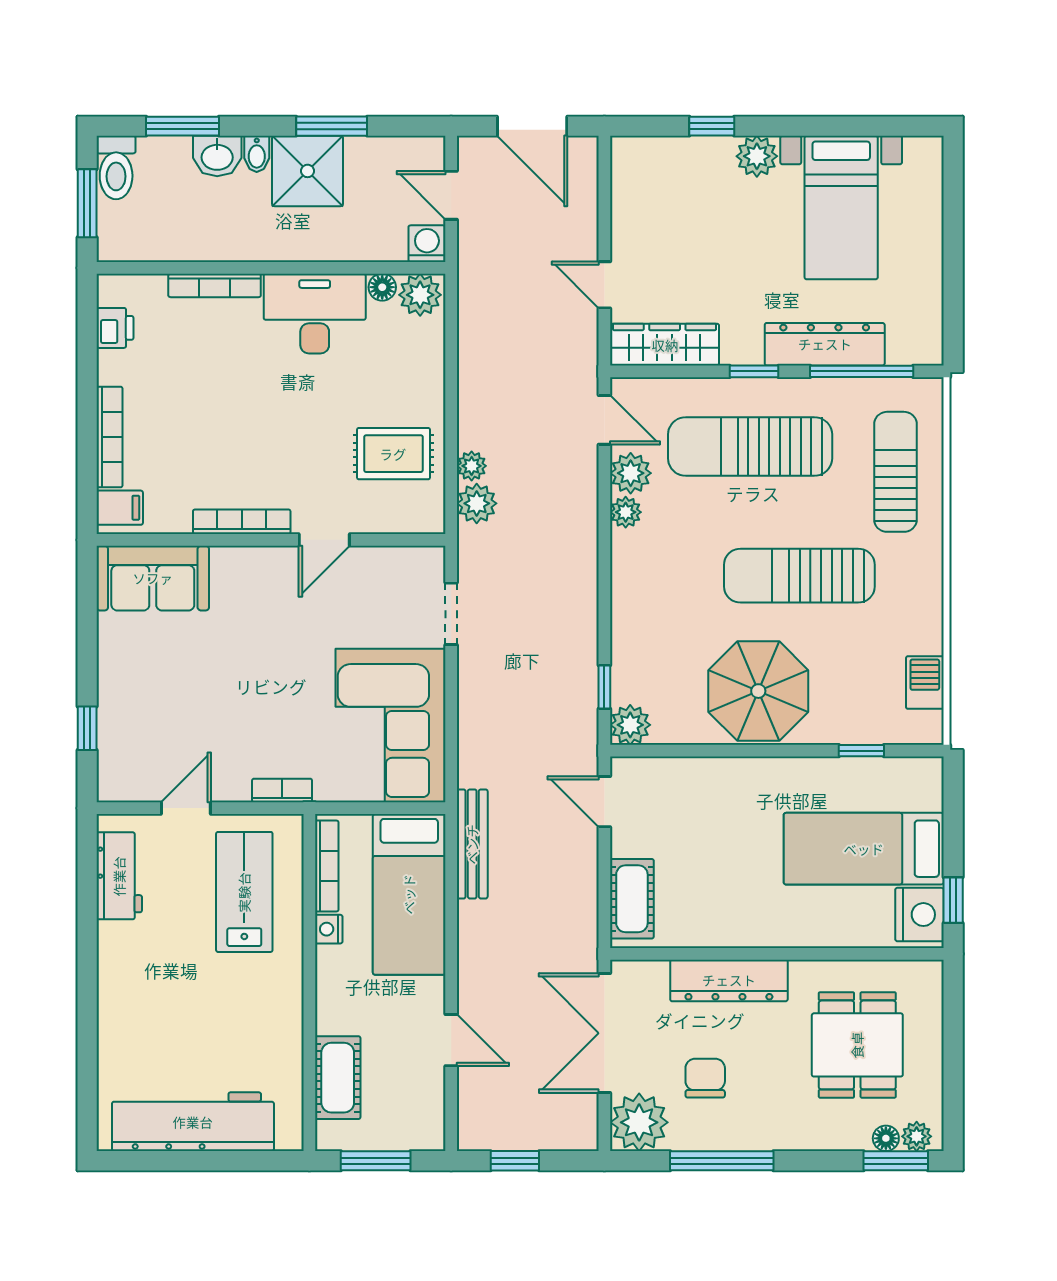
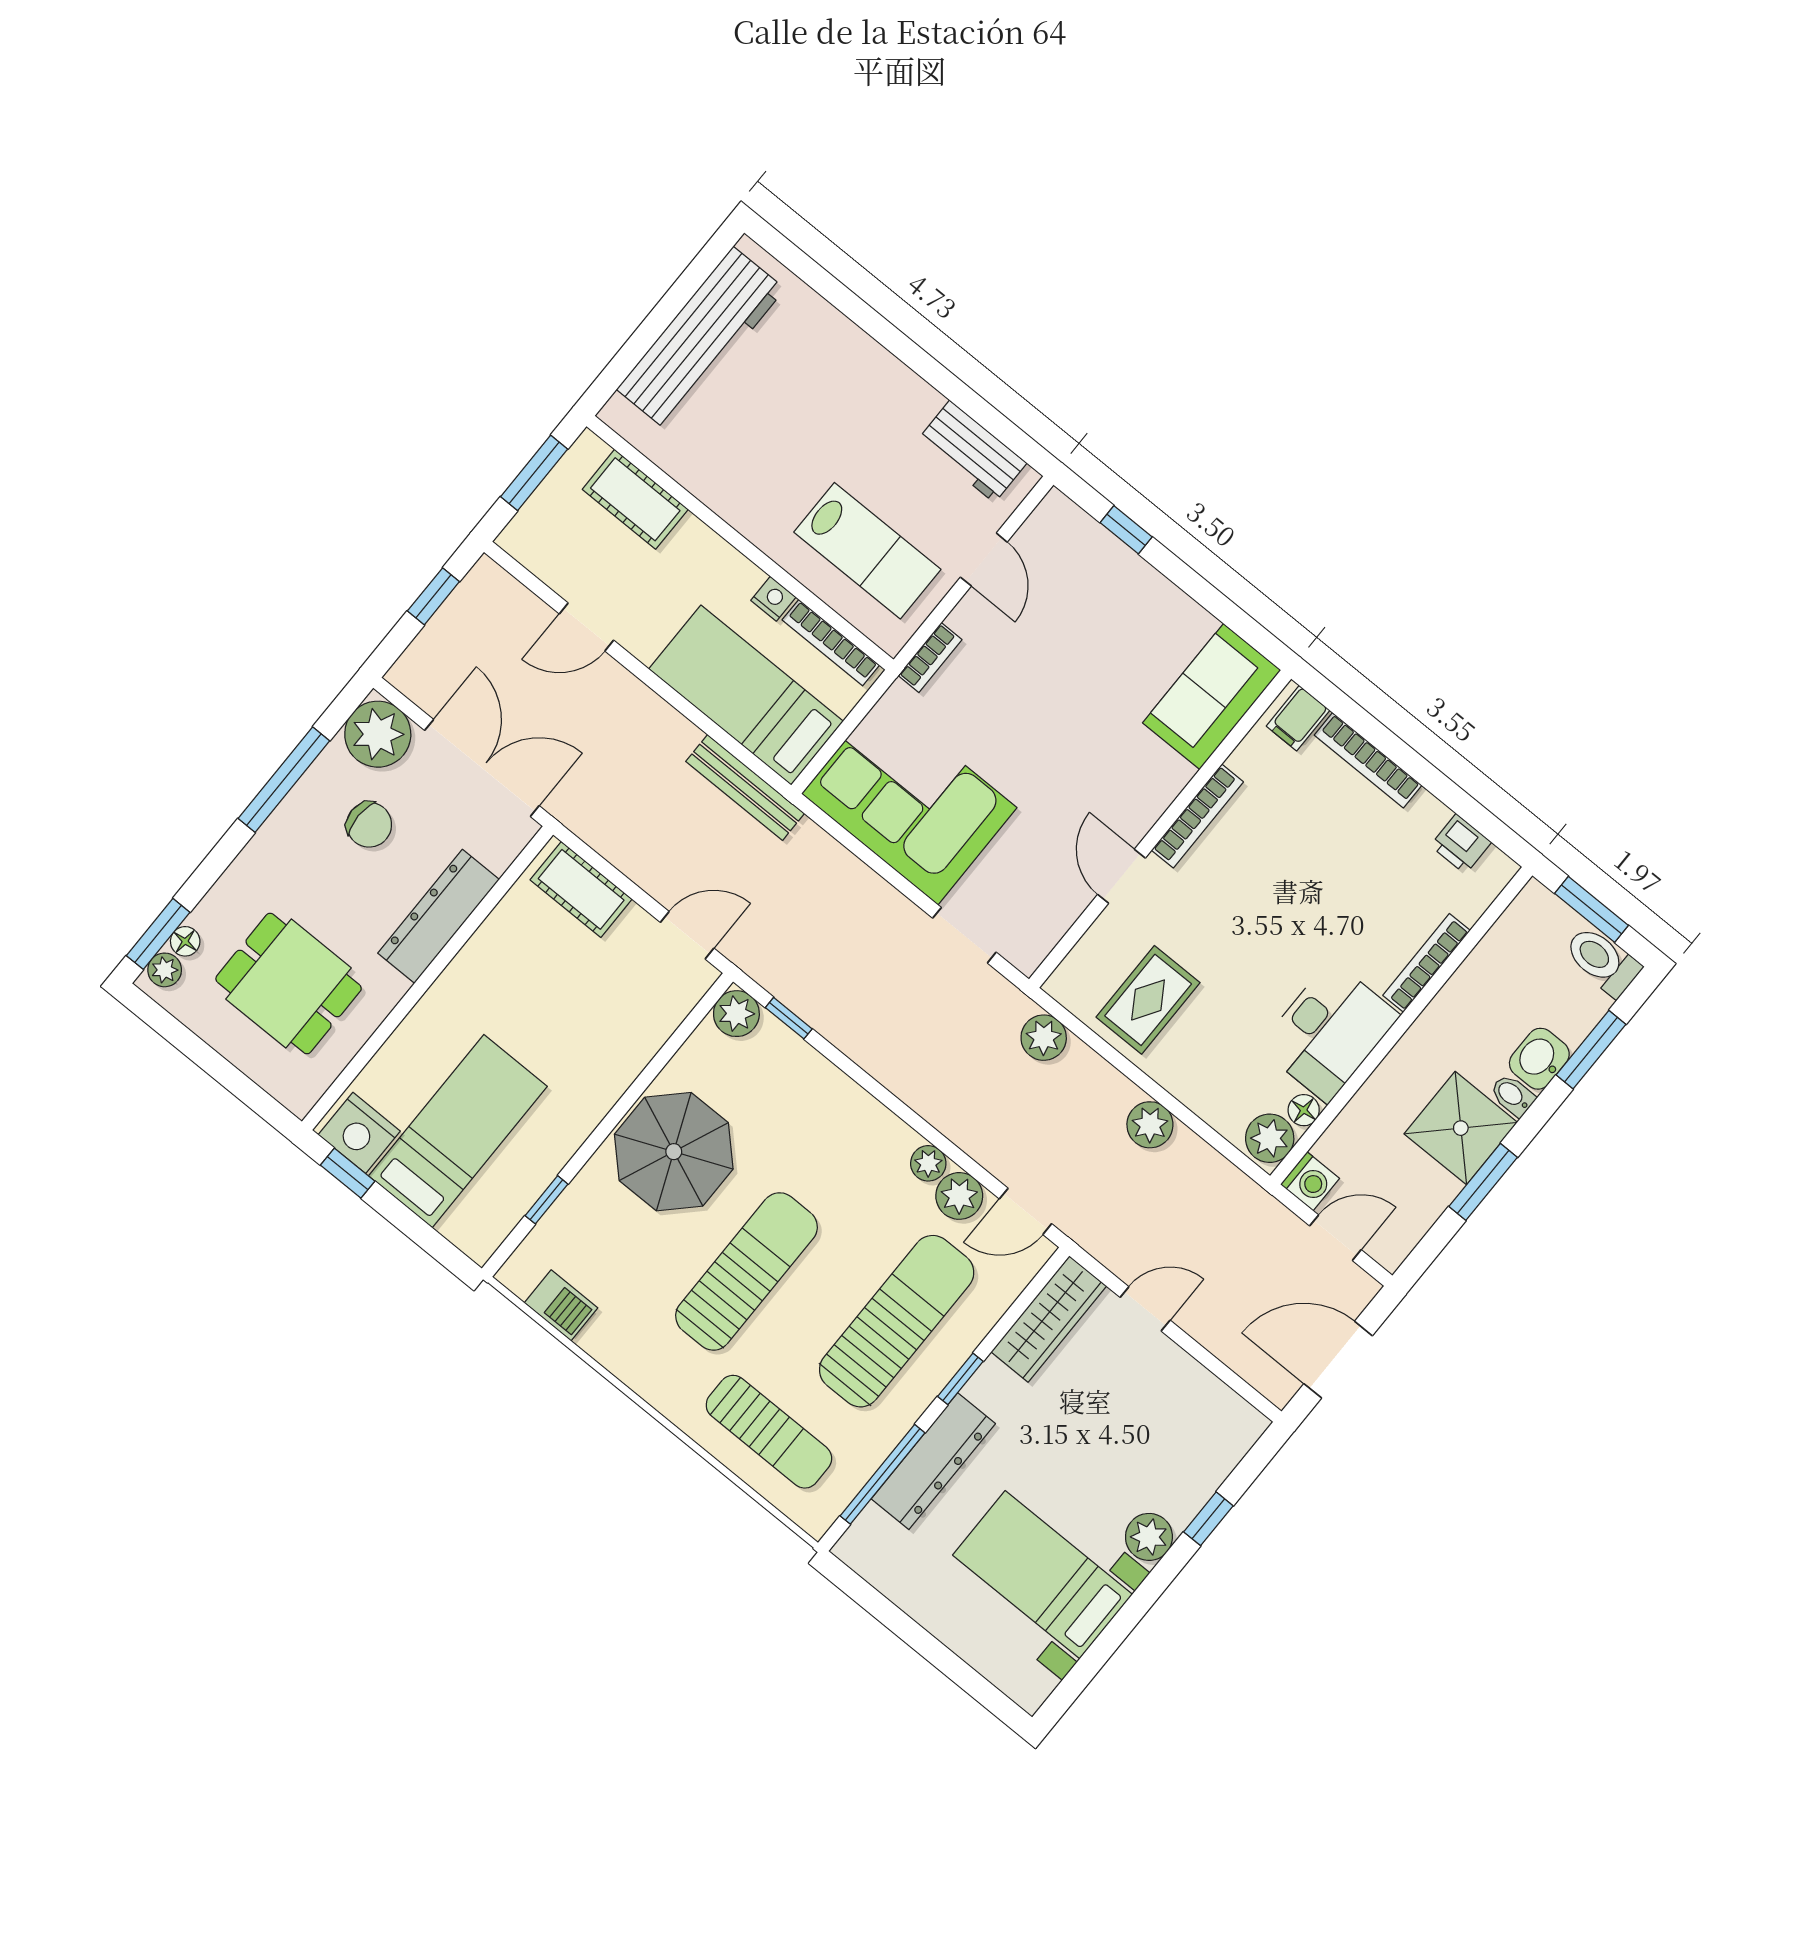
plant: (472, 466) -> (1150, 1125), moved, width x1.38, depth x1.38

